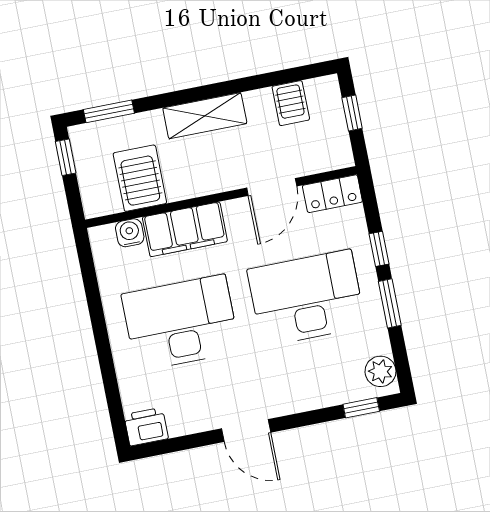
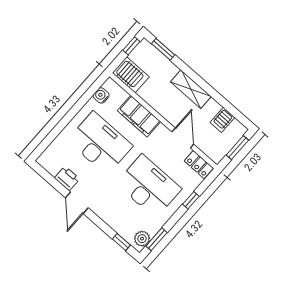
window: (352, 113) -> (237, 148), width x1.50
server rack: (140, 178) -> (131, 75), moved, turned 90
door: (272, 187) -> (183, 138), swing flipped
water cooler: (130, 233) -> (101, 95), moved, turned -90
window: (390, 303) -> (157, 239), moved
printer: (146, 427) -> (67, 178), moved

